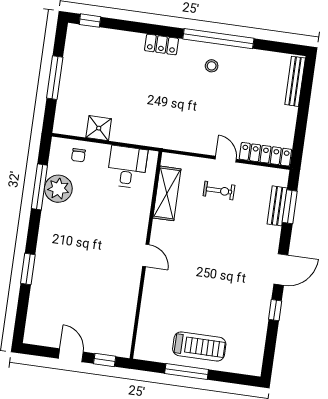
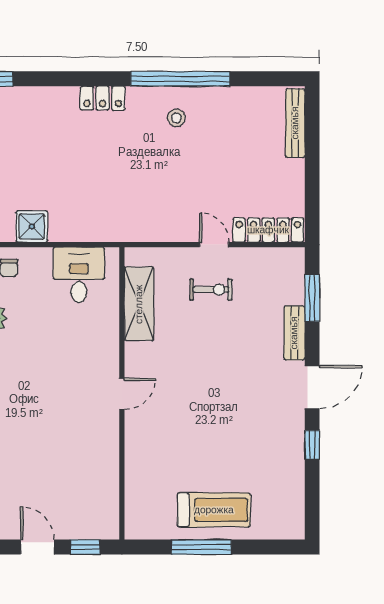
bench: (277, 206) -> (294, 333), moved
door: (146, 255) -> (122, 394), hinge flipped

